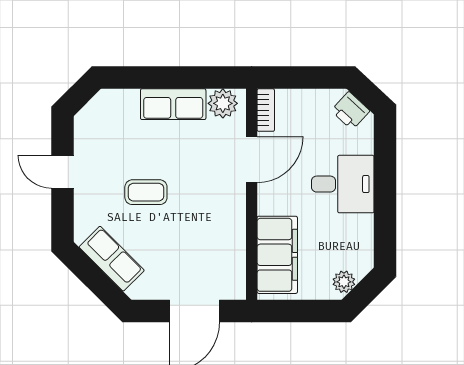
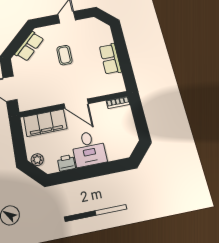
plant: (223, 103) -> (116, 81), removed
printer: (350, 111) -> (66, 163), moved, turned 47
door: (252, 160) -> (76, 104), moved

